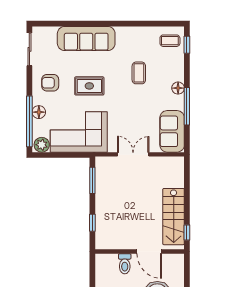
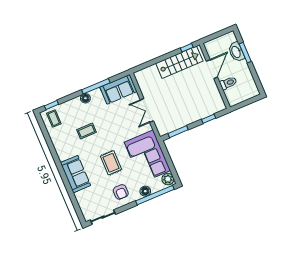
sofa: (86, 38) -> (75, 174), width x0.73

